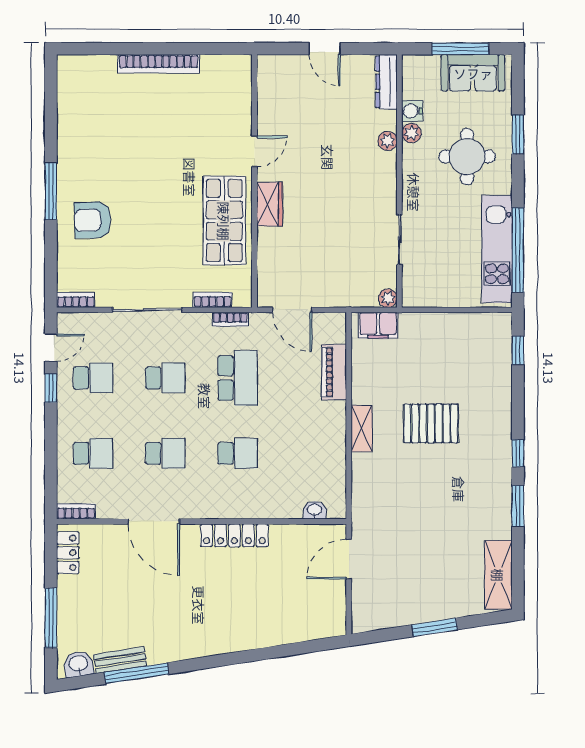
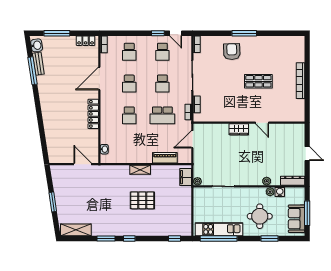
door: (325, 49) -> (307, 154), swing flipped
shop shelf: (224, 221) -> (258, 81), moved, width x0.70, depth x0.74
pallet: (431, 423) -> (142, 200), turned 90

